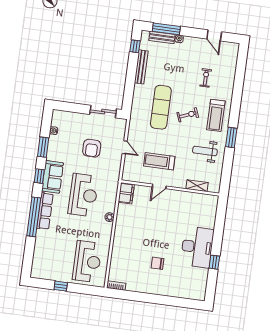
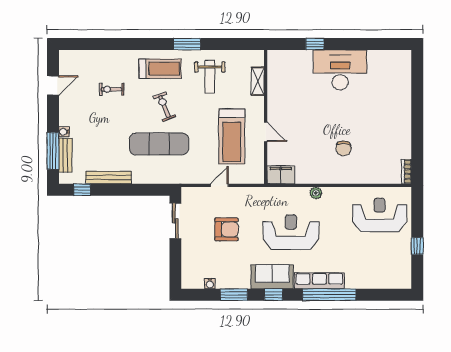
treadmill: (159, 161) -> (232, 136), width x1.37, depth x1.38
window: (214, 262) -> (315, 44), moved
chair: (157, 263) -> (344, 148), moved

